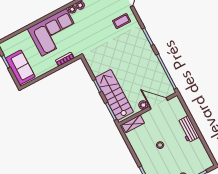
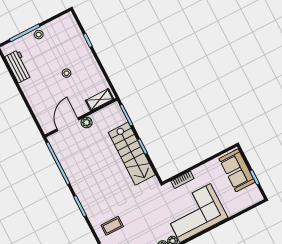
stairs: (114, 95) -> (132, 154), moved
door: (159, 103) -> (68, 124), swing flipped
workbench: (188, 129) -> (18, 66), moved

